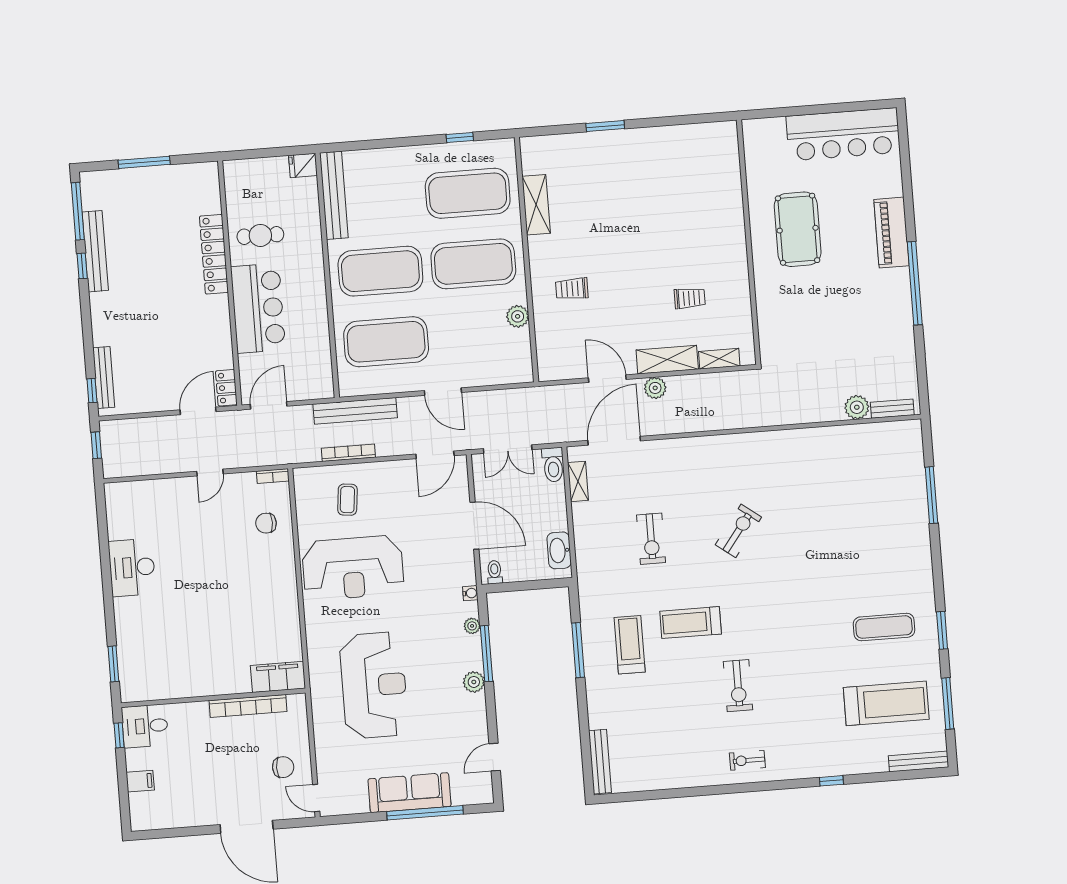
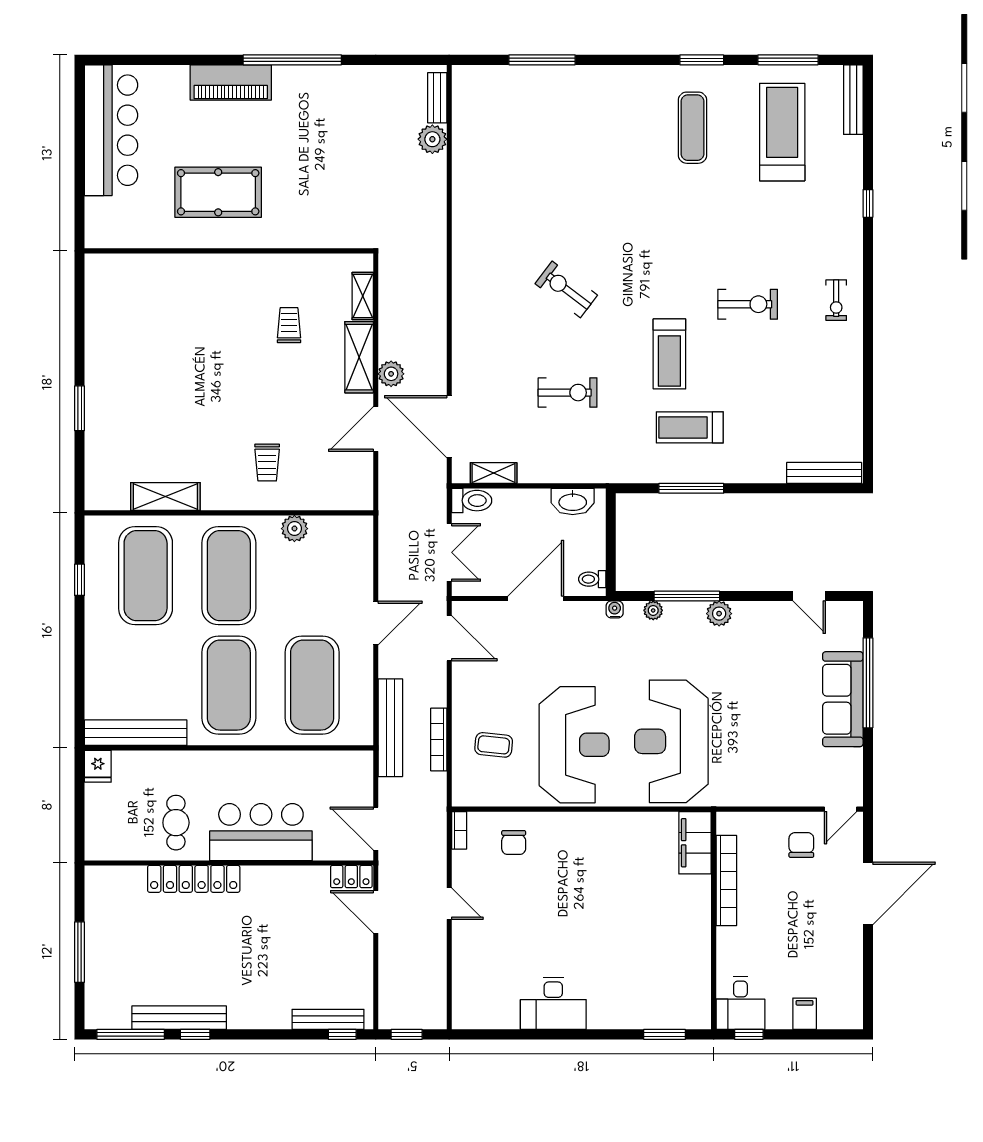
reception desk: (374, 685) -> (671, 741), moved, turned -90

